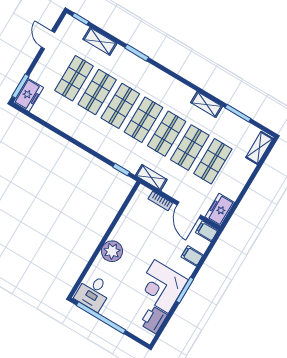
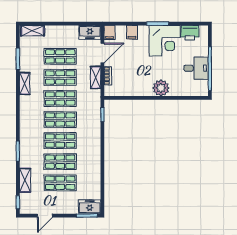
shelving: (151, 177) -> (96, 77), moved
desk: (93, 293) -> (196, 68), moved

